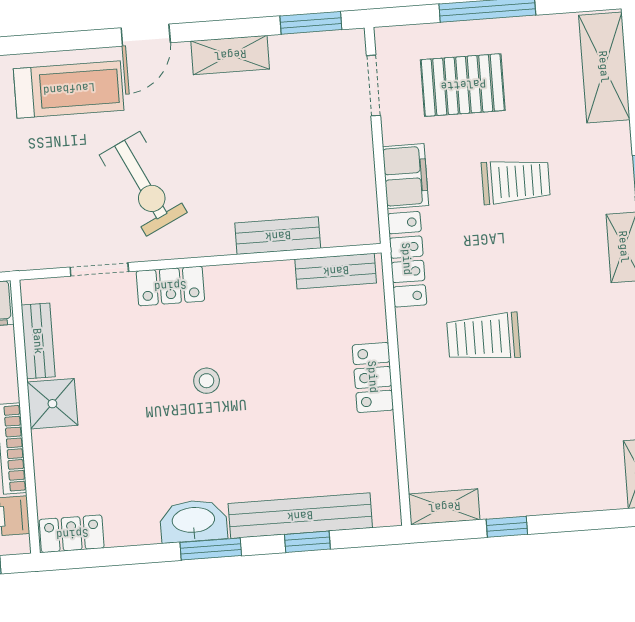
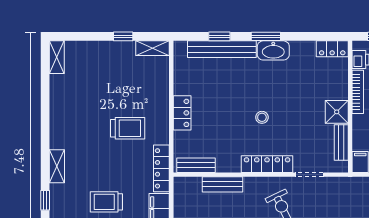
locker: (170, 286) -> (267, 164), width x1.53

